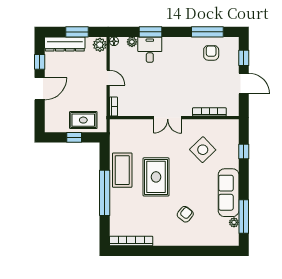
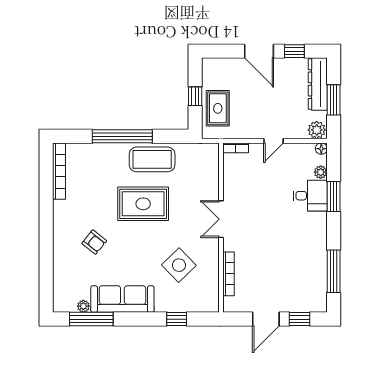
armchair: (211, 53) -> (306, 276), removed

